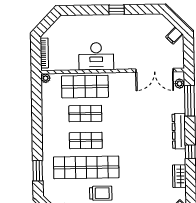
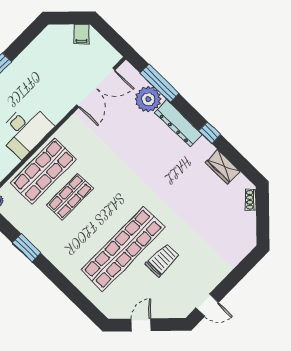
plant: (180, 84) -> (148, 99), moved, width x1.88, depth x1.88
shop shelf: (86, 140) -> (96, 223), removed
window: (38, 171) -> (26, 248), moved

